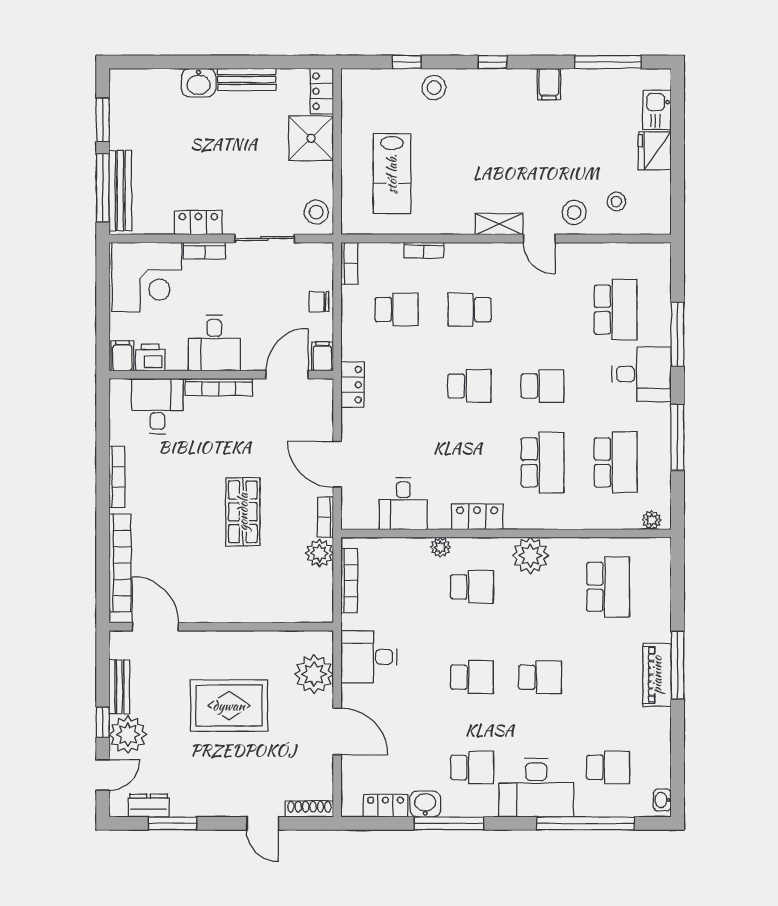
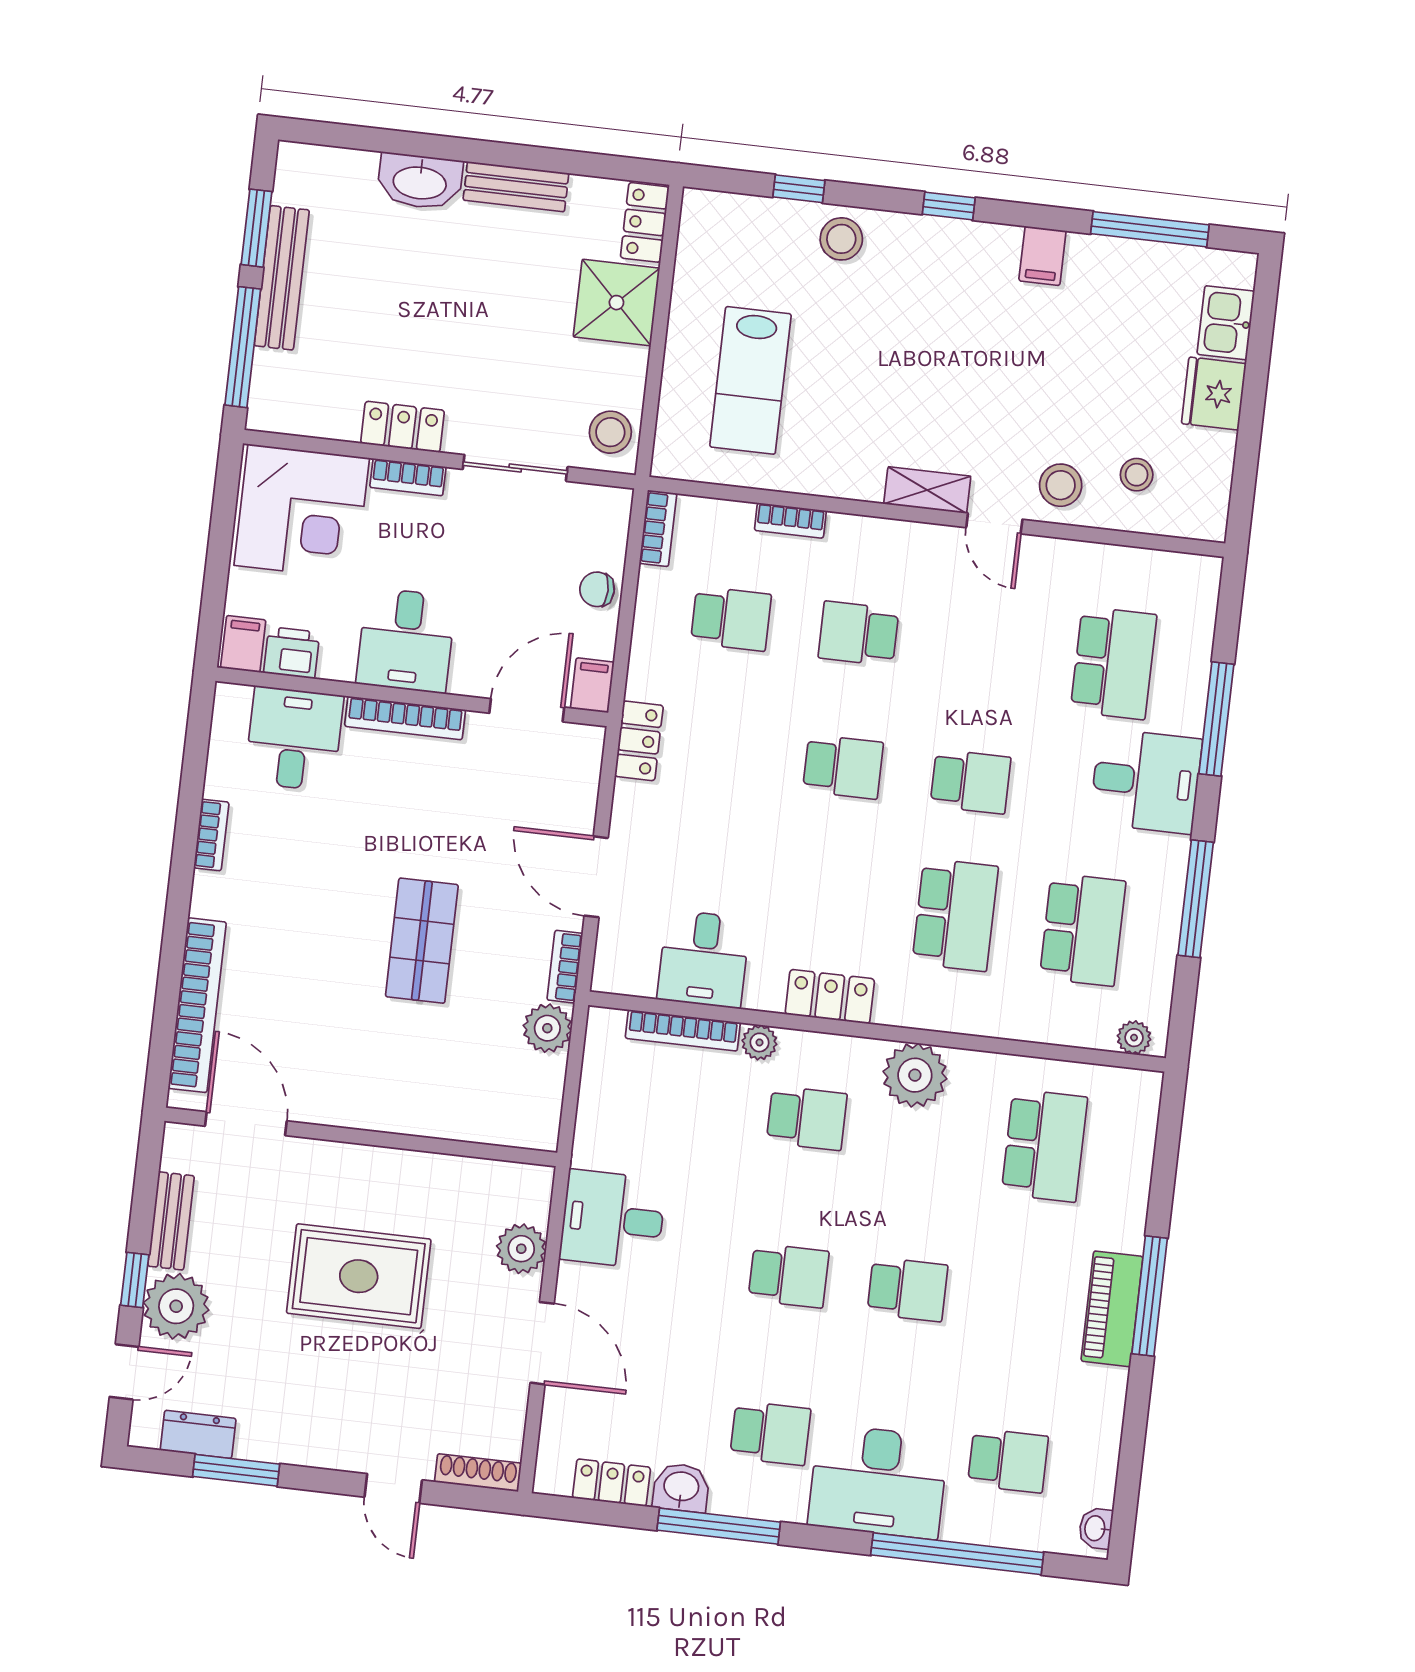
washbasin: (199, 83) -> (420, 181), width x1.38
bench: (120, 191) -> (282, 278), moved
bookcase: (117, 477) -> (211, 835), width x0.64
bookcase: (349, 581) -> (683, 1030), moved, turned 90
plant: (314, 674) -> (521, 1249), width x0.73, depth x0.73

